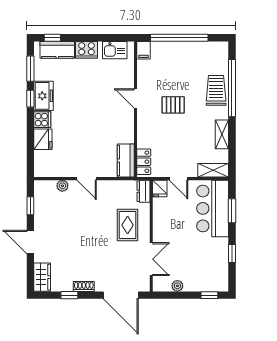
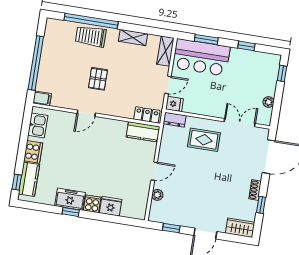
window: (30, 69) -> (42, 207), removed

